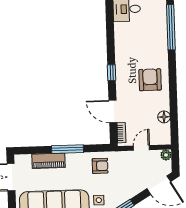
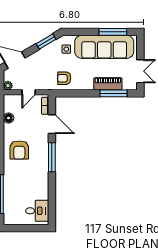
window: (112, 73) -> (52, 157), width x2.17
window: (68, 149) -> (114, 93), moved

